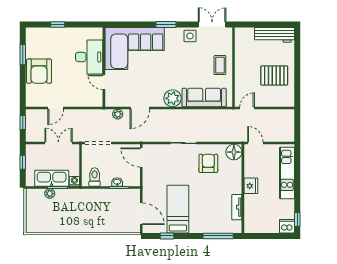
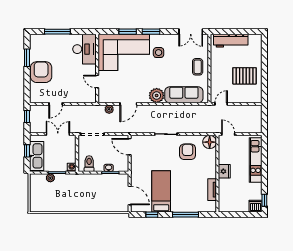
window: (58, 25) -> (57, 32), width x2.17
window: (139, 25) -> (128, 32), added
double door: (212, 25) -> (191, 32), swing flipped
workbench: (274, 35) -> (231, 41), moved
side table: (190, 36) -> (159, 53), moved
desk: (89, 57) -> (84, 49), moved
armchair: (39, 71) -> (41, 72), turned 180
kitchen sink: (52, 178) -> (37, 156), moved, turned 90
window: (218, 236) -> (186, 215), moved

